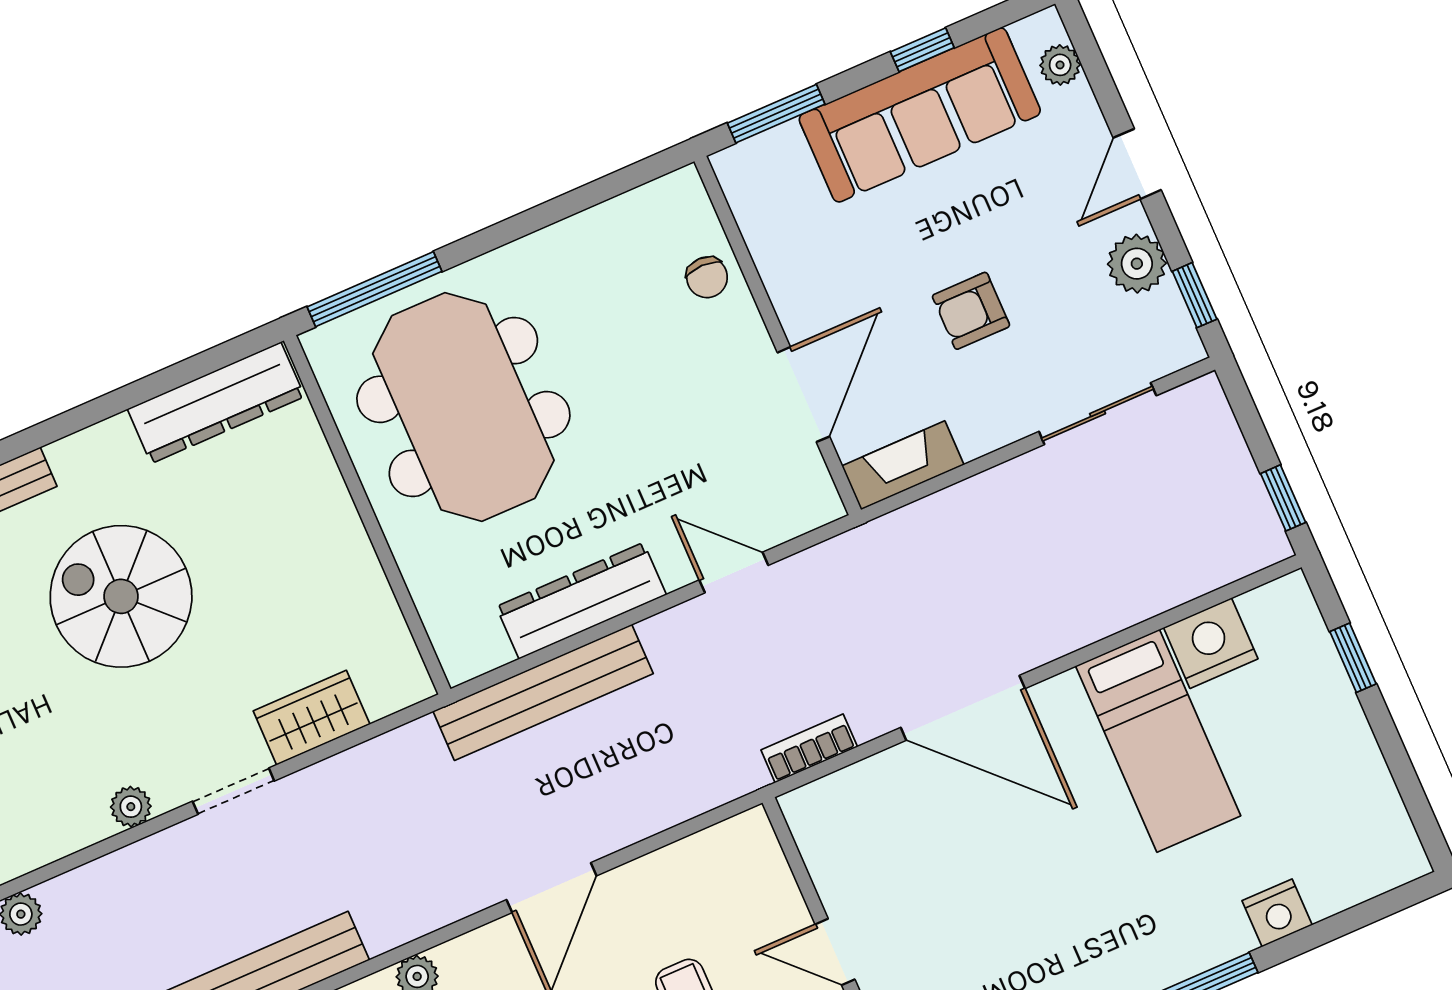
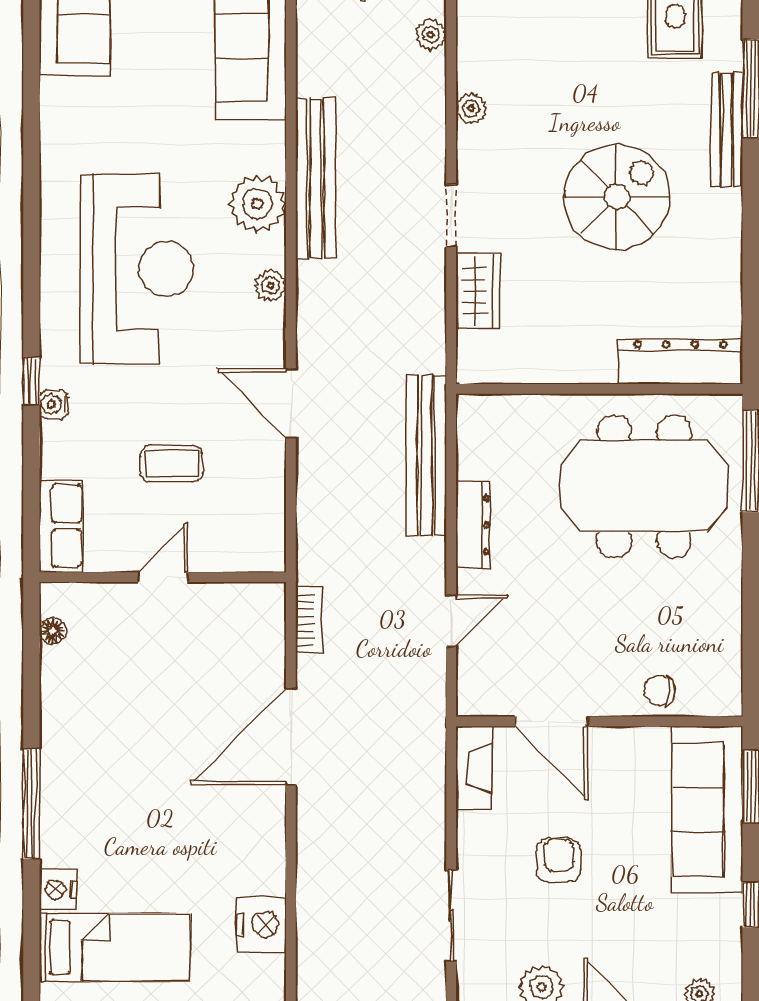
sofa: (920, 115) -> (707, 810), moved
dresser: (216, 403) -> (680, 362), moved, turned 90
dresser: (581, 601) -> (473, 525), width x0.73, depth x0.80
bed: (1158, 741) -> (115, 947), moved, turned 180
plant: (131, 807) -> (471, 108), moved

